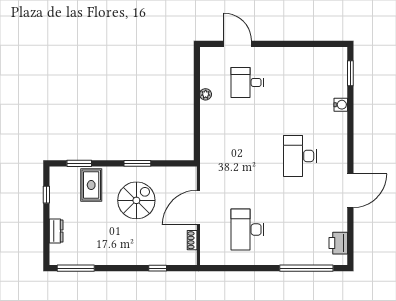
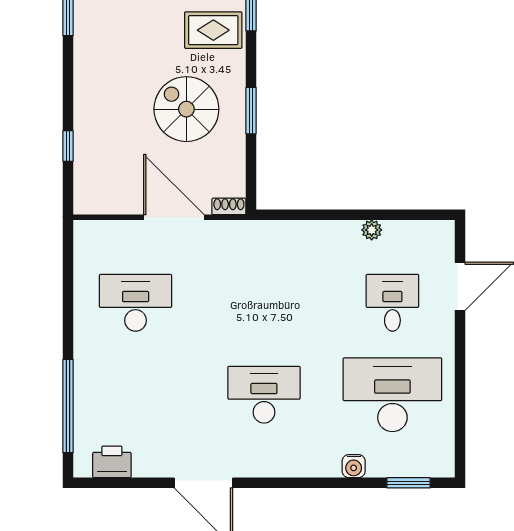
desk: (300, 82) -> (392, 395), added
spiral stairs: (136, 200) -> (186, 109), turned 180
shoe rack: (192, 240) -> (229, 206), moved

